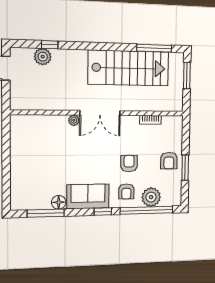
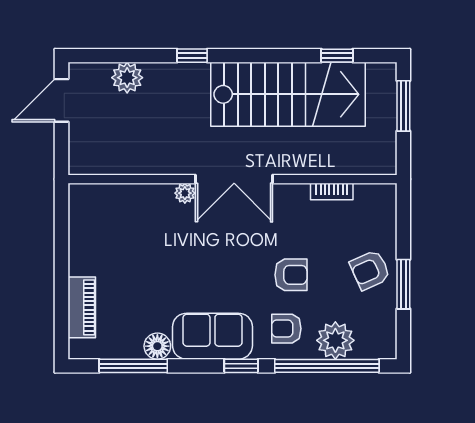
window: (50, 45) -> (192, 56), moved
window: (154, 48) -> (337, 56), width x0.46
armchair: (169, 161) -> (370, 270), turned 66
armchair: (129, 163) -> (291, 275), turned 90
piano: (17, 182) -> (82, 307), added
armchair: (126, 192) -> (286, 329), turned 90

